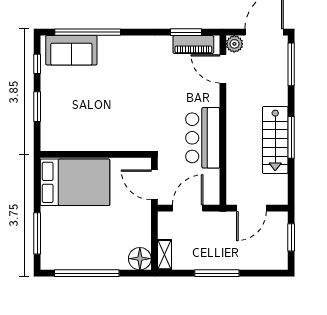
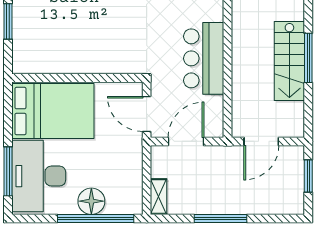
desk: (63, 237) -> (39, 176), added
floor lamp: (140, 259) -> (91, 201), moved
window: (87, 273) -> (96, 218), moved

